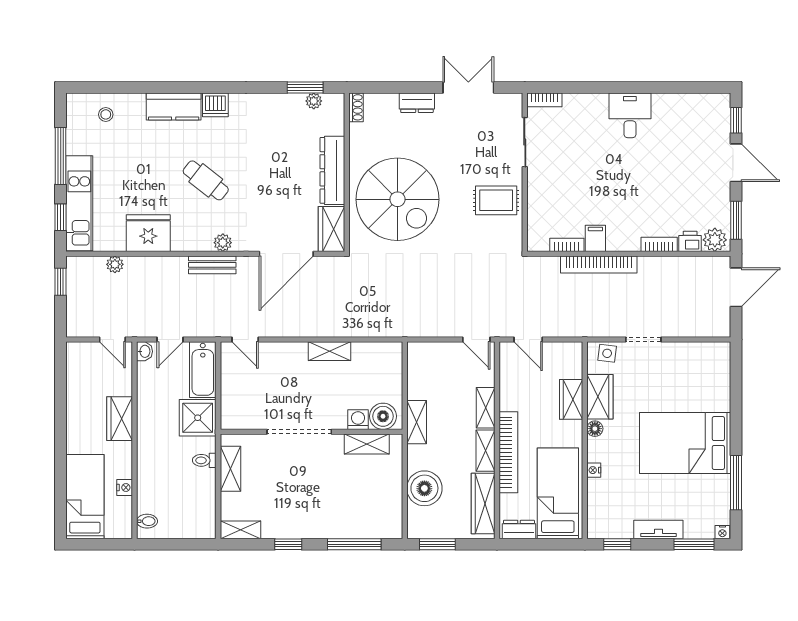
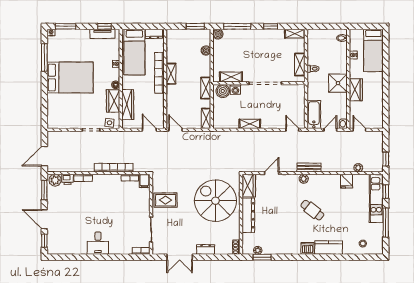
fridge: (148, 233) -> (347, 181), width x0.53, depth x0.75
filing cabinet: (595, 238) -> (144, 181), moved
door: (286, 254) -> (272, 173), width x0.53
wardrobe: (571, 399) -> (128, 105), width x1.50
shelving: (486, 408) -> (206, 118), moved
shower: (198, 418) -> (338, 83), moved
boiler: (424, 488) -> (206, 50), width x0.54, depth x0.54
wardrobe: (483, 504) -> (172, 47), removed
boiler: (393, 529) -> (218, 34), added
tv unit: (658, 530) -> (102, 34), moved

